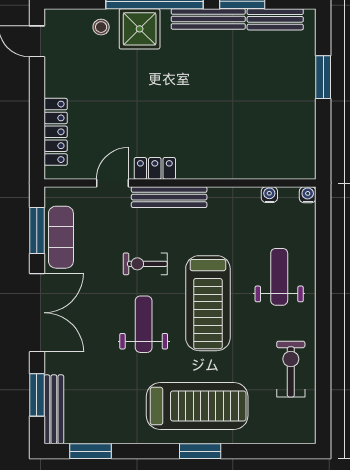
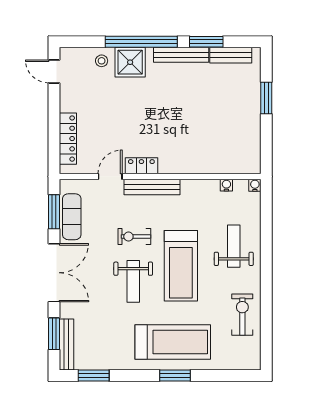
weight bench: (144, 324) -> (133, 281), turned 180

